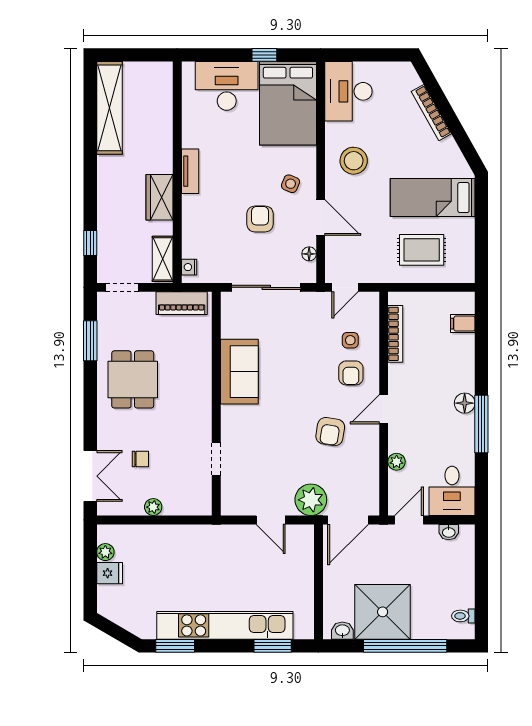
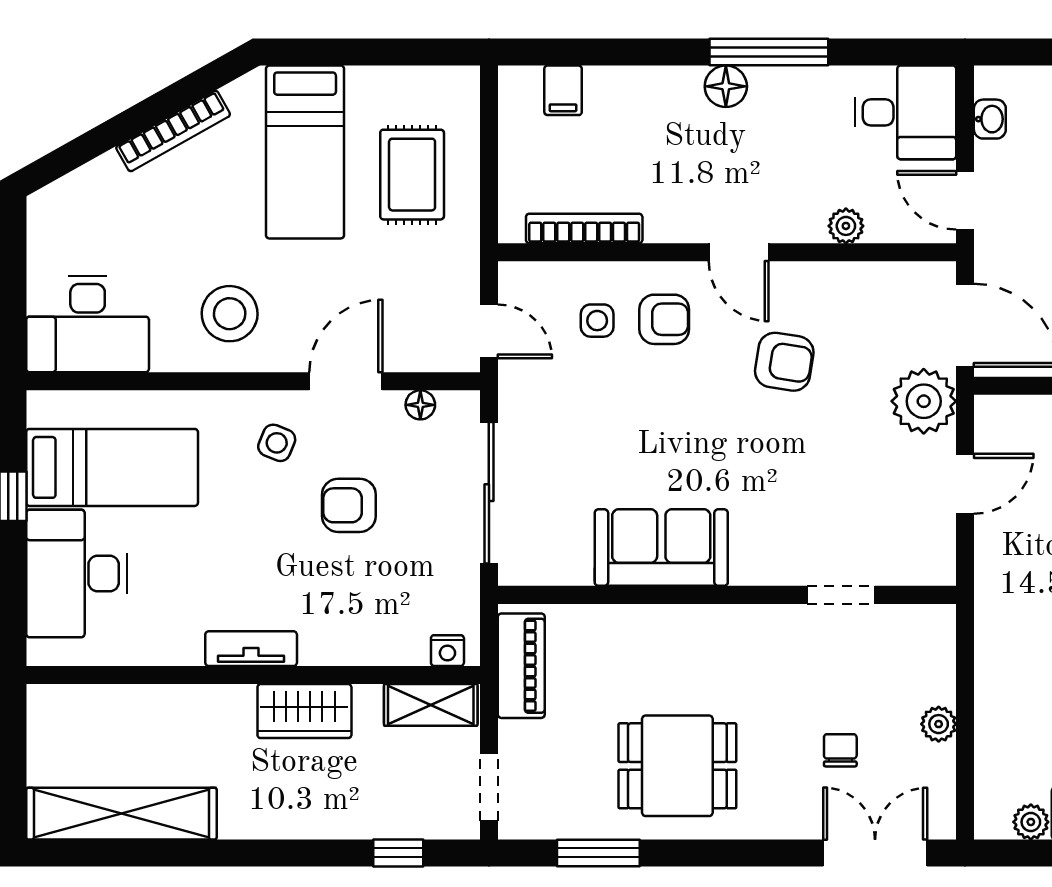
bed: (288, 103) -> (112, 467), width x0.67
bookcase: (431, 113) -> (173, 131), moved

